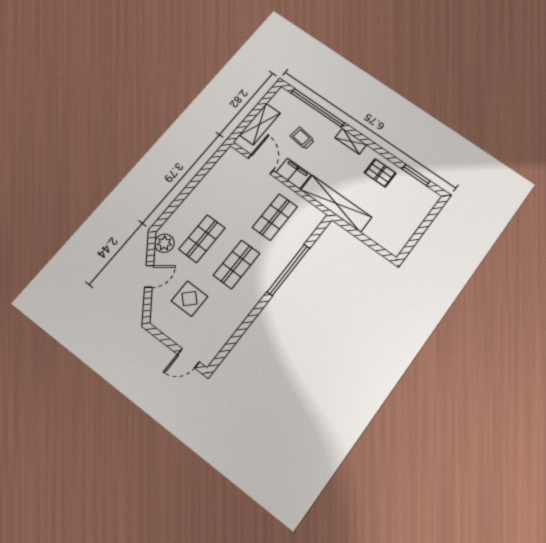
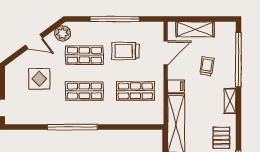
filing cabinet: (294, 173) -> (176, 86), width x0.50
window: (191, 186) -> (115, 19), added
trolley: (229, 198) -> (126, 51), added
window: (288, 270) -> (72, 127), moved

